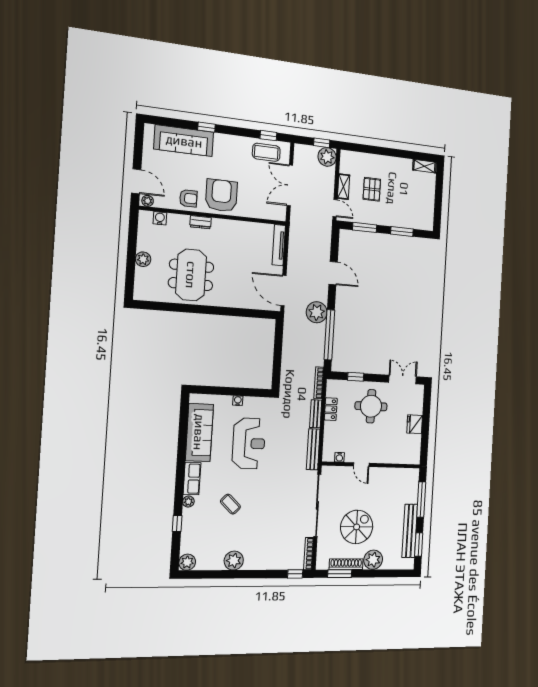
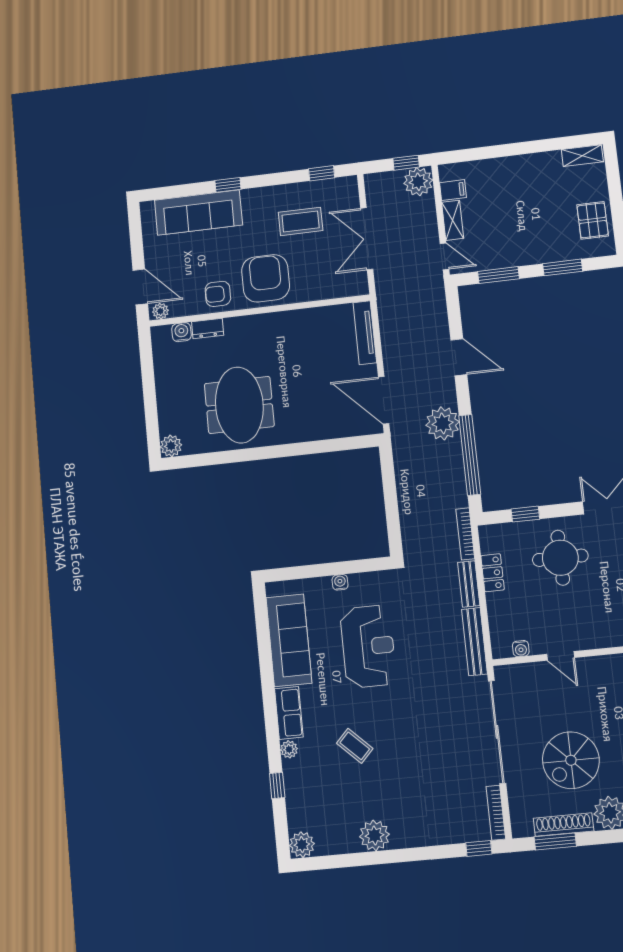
coffee table: (266, 152) -> (301, 221), moved
filing cabinet: (347, 168) -> (453, 190), added
pallet: (372, 189) -> (593, 220), moved
armchair: (188, 198) -> (218, 294), turned 180
dresser: (201, 222) -> (208, 328), moved
plant: (143, 259) -> (171, 446), moved
spiral stairs: (357, 527) -> (571, 760), turned 180

